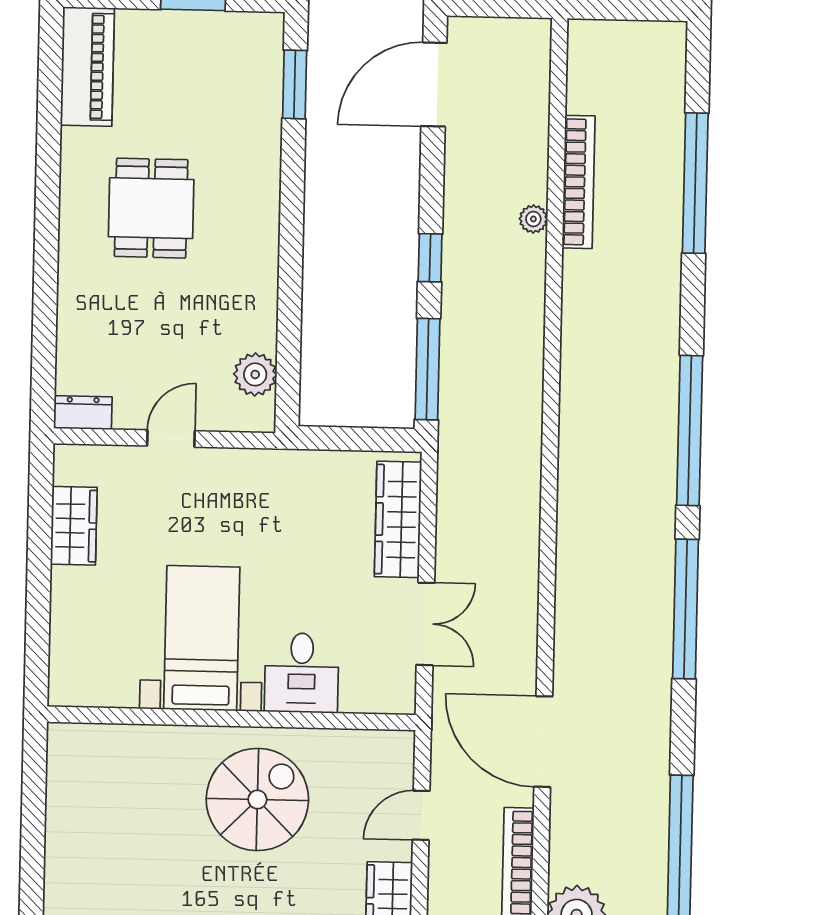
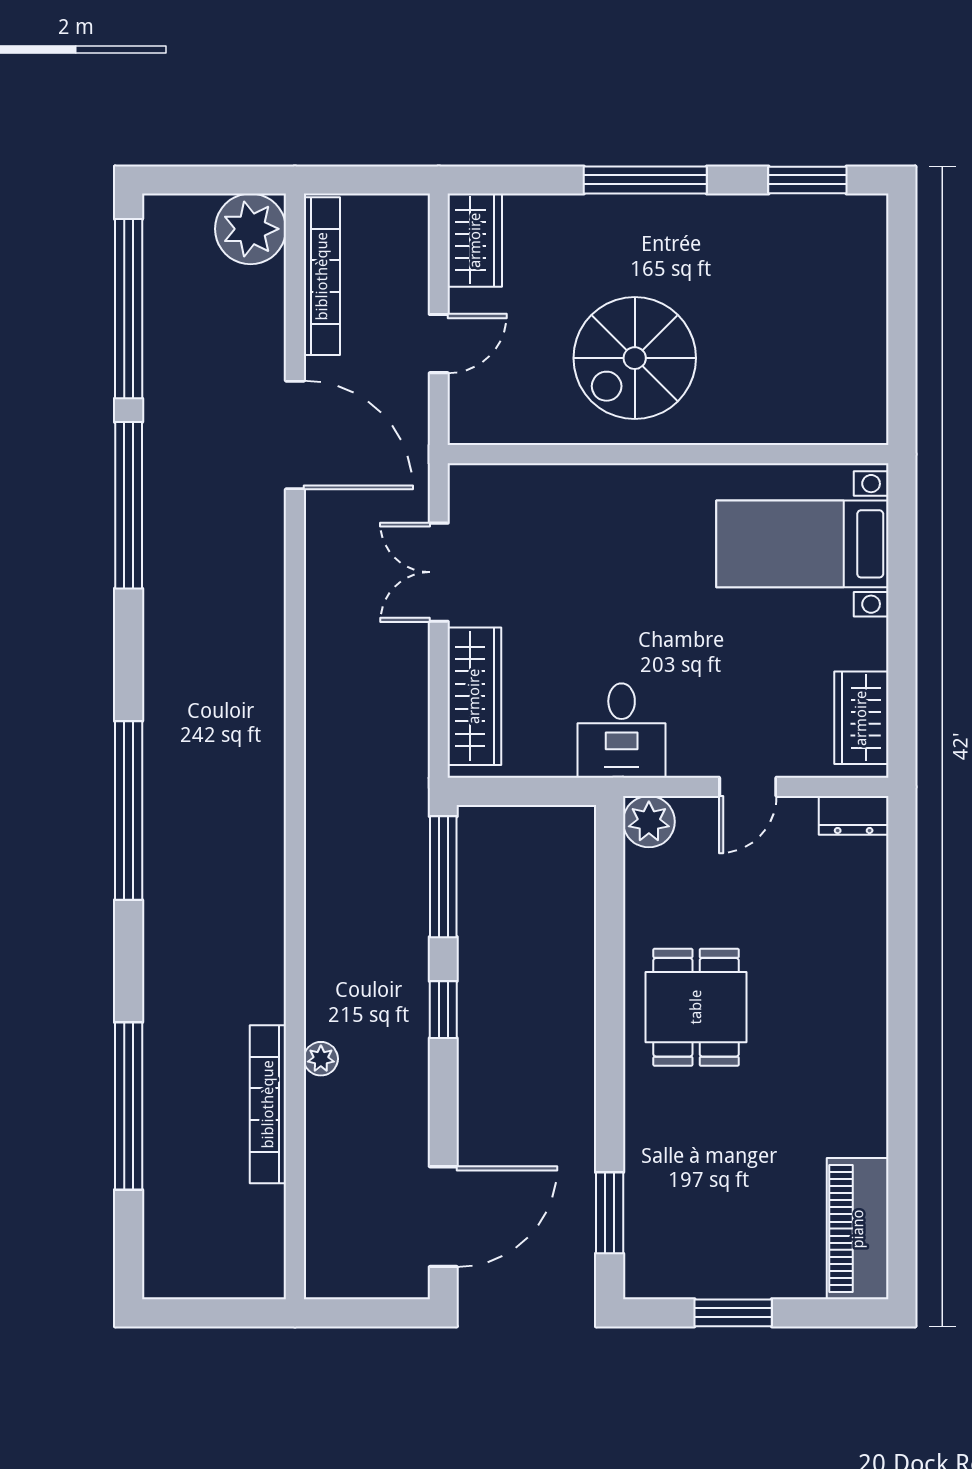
dining table: (151, 208) -> (696, 1007), moved
plant: (255, 374) -> (649, 822), moved
wardrobe: (74, 526) -> (861, 718), moved
window: (686, 609) -> (129, 505), moved
bed with nightstands: (202, 638) -> (802, 544), moved, turned 90
desk: (302, 673) -> (622, 731), moved, turned 180

